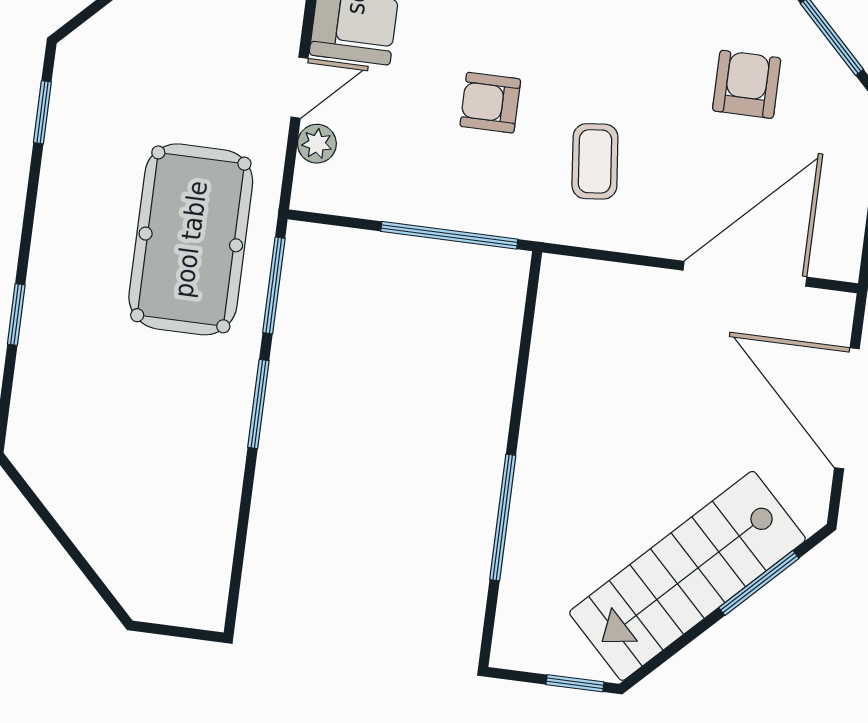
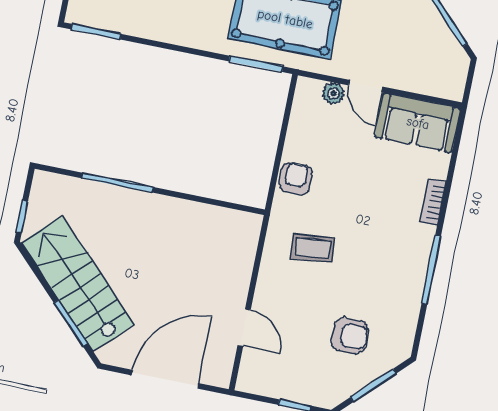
armchair: (490, 103) -> (296, 179), moved
window: (449, 235) -> (277, 164), removed
door: (745, 274) -> (244, 327), width x0.53
window: (258, 404) -> (96, 32), moved

